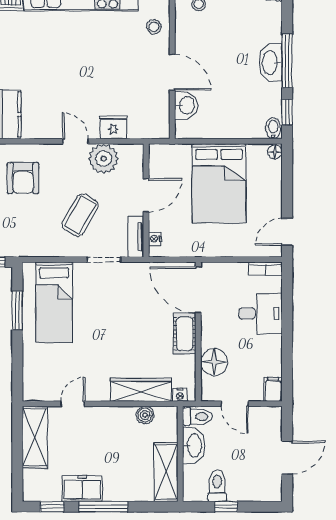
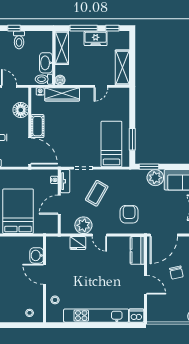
toilet: (198, 417) -> (44, 79), moved
washbasin: (194, 445) -> (46, 63), moved
wall: (180, 454) -> (54, 58), moved
shelving: (166, 472) -> (62, 48), moved

